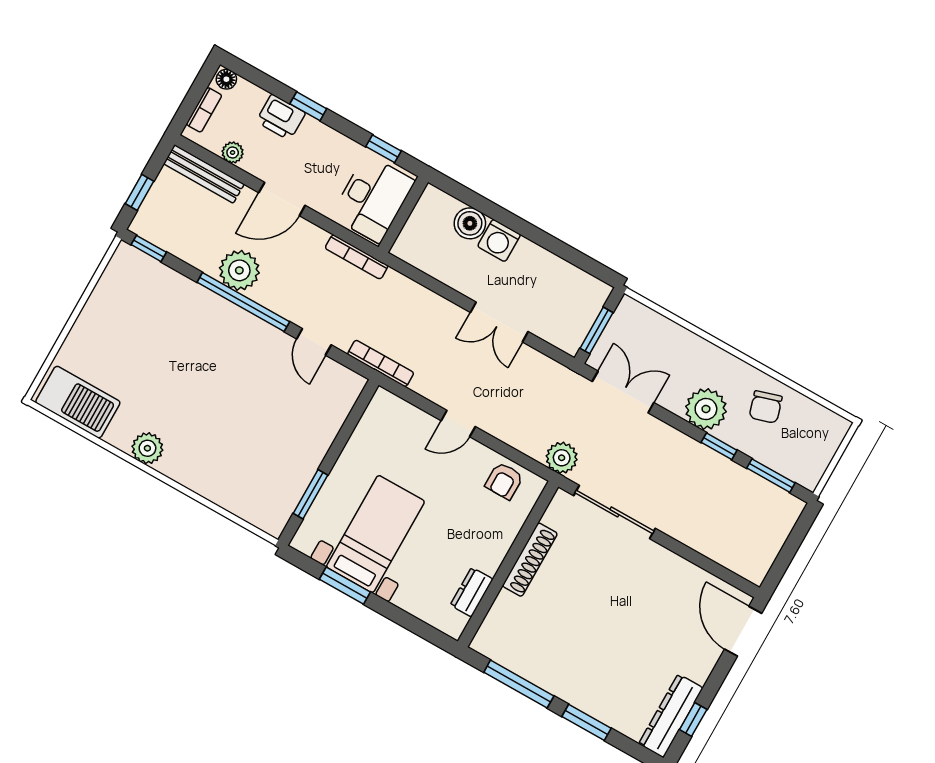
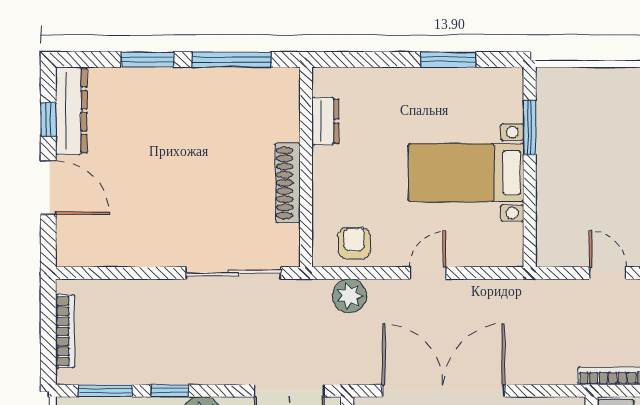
double door: (499, 322) -> (443, 391), width x1.87
bookcase: (381, 363) -> (65, 331), moved, turned -90
plant: (562, 458) -> (350, 296), moved
bed with nightstands: (375, 534) -> (466, 173), moved, turned 90
door: (743, 631) -> (48, 188), moved

